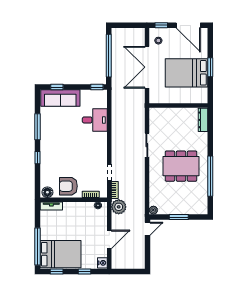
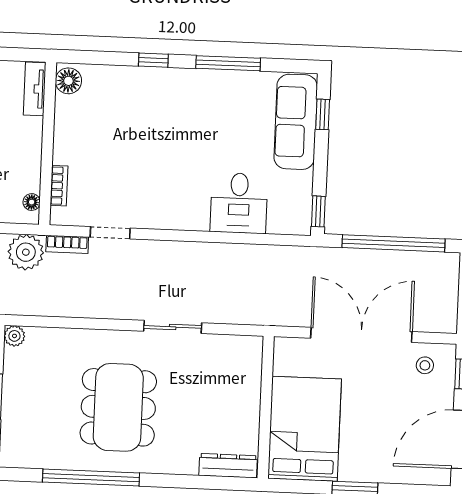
bed: (187, 73) -> (305, 429), moved
armchair: (68, 186) -> (81, 132), removed

